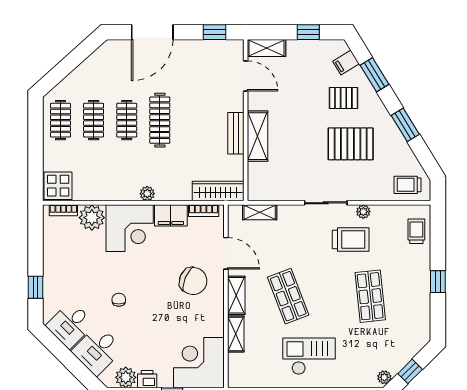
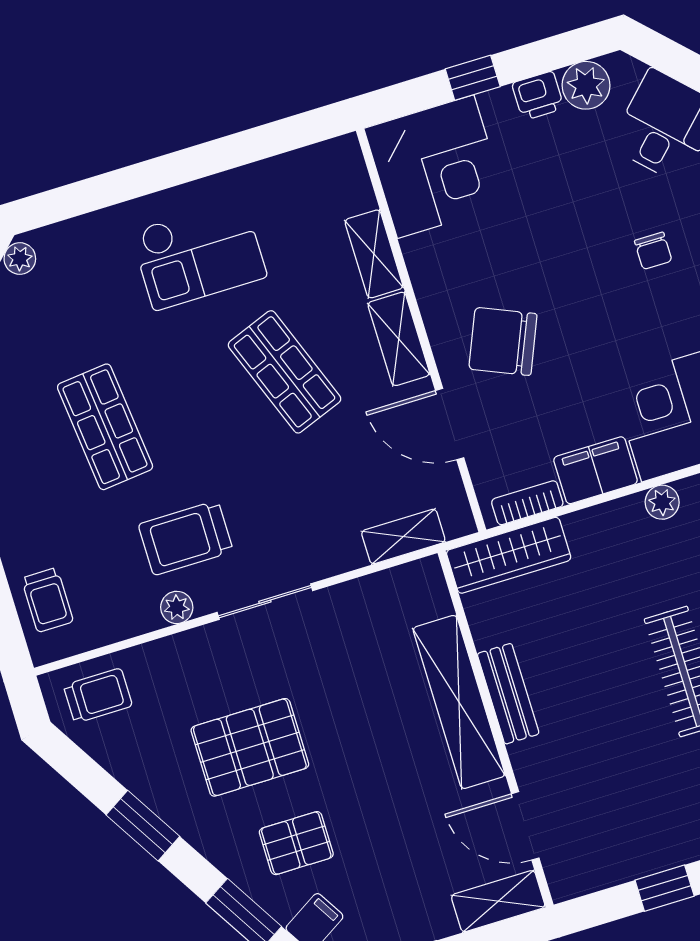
window: (215, 32) -> (665, 888), moved
shelving: (258, 136) -> (459, 702), width x1.47

